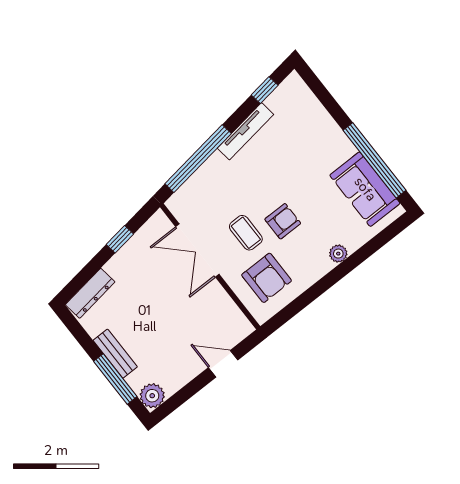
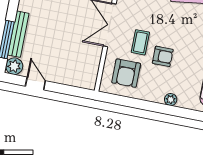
bench: (115, 354) -> (18, 34), width x1.36
door: (223, 364) -> (35, 83), moved

